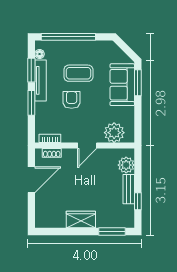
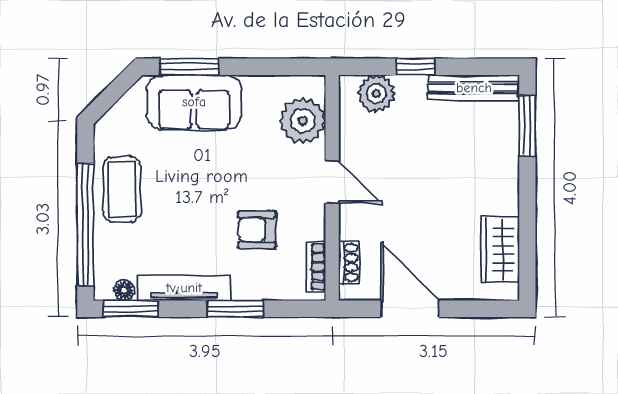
window: (31, 70) -> (131, 309), moved
coffee table: (78, 73) -> (122, 189), moved
armchair: (72, 100) -> (257, 230), moved
bench: (129, 189) -> (474, 88), moved, width x1.36
window: (138, 201) -> (416, 67), moved
wardrobe: (81, 220) -> (500, 250), moved

